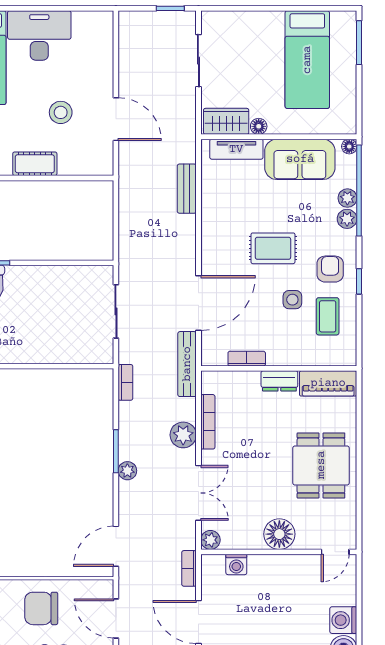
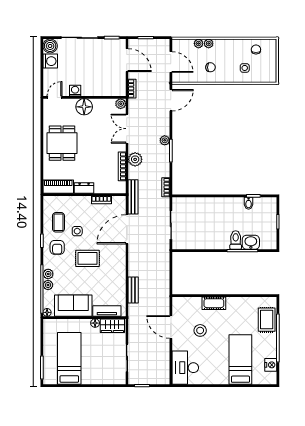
desk: (39, 35) -> (185, 368), moved, turned 90
washing machine: (236, 564) -> (75, 91), moved
chair: (41, 608) -> (210, 67), width x0.54, depth x0.54

